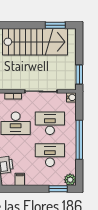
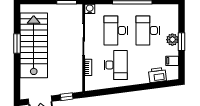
window: (55, 25) -> (17, 43), moved
plant: (70, 180) -> (172, 40), moved
window: (58, 189) -> (182, 42), moved

